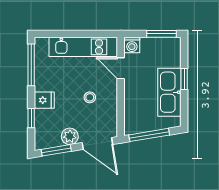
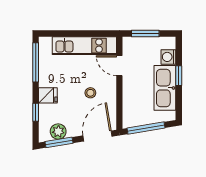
window: (162, 34) -> (145, 34), moved
washing machine: (132, 45) -> (168, 57), moved, turned 90
plant: (70, 136) -> (58, 131), moved
door: (97, 144) -> (98, 136), swing flipped

